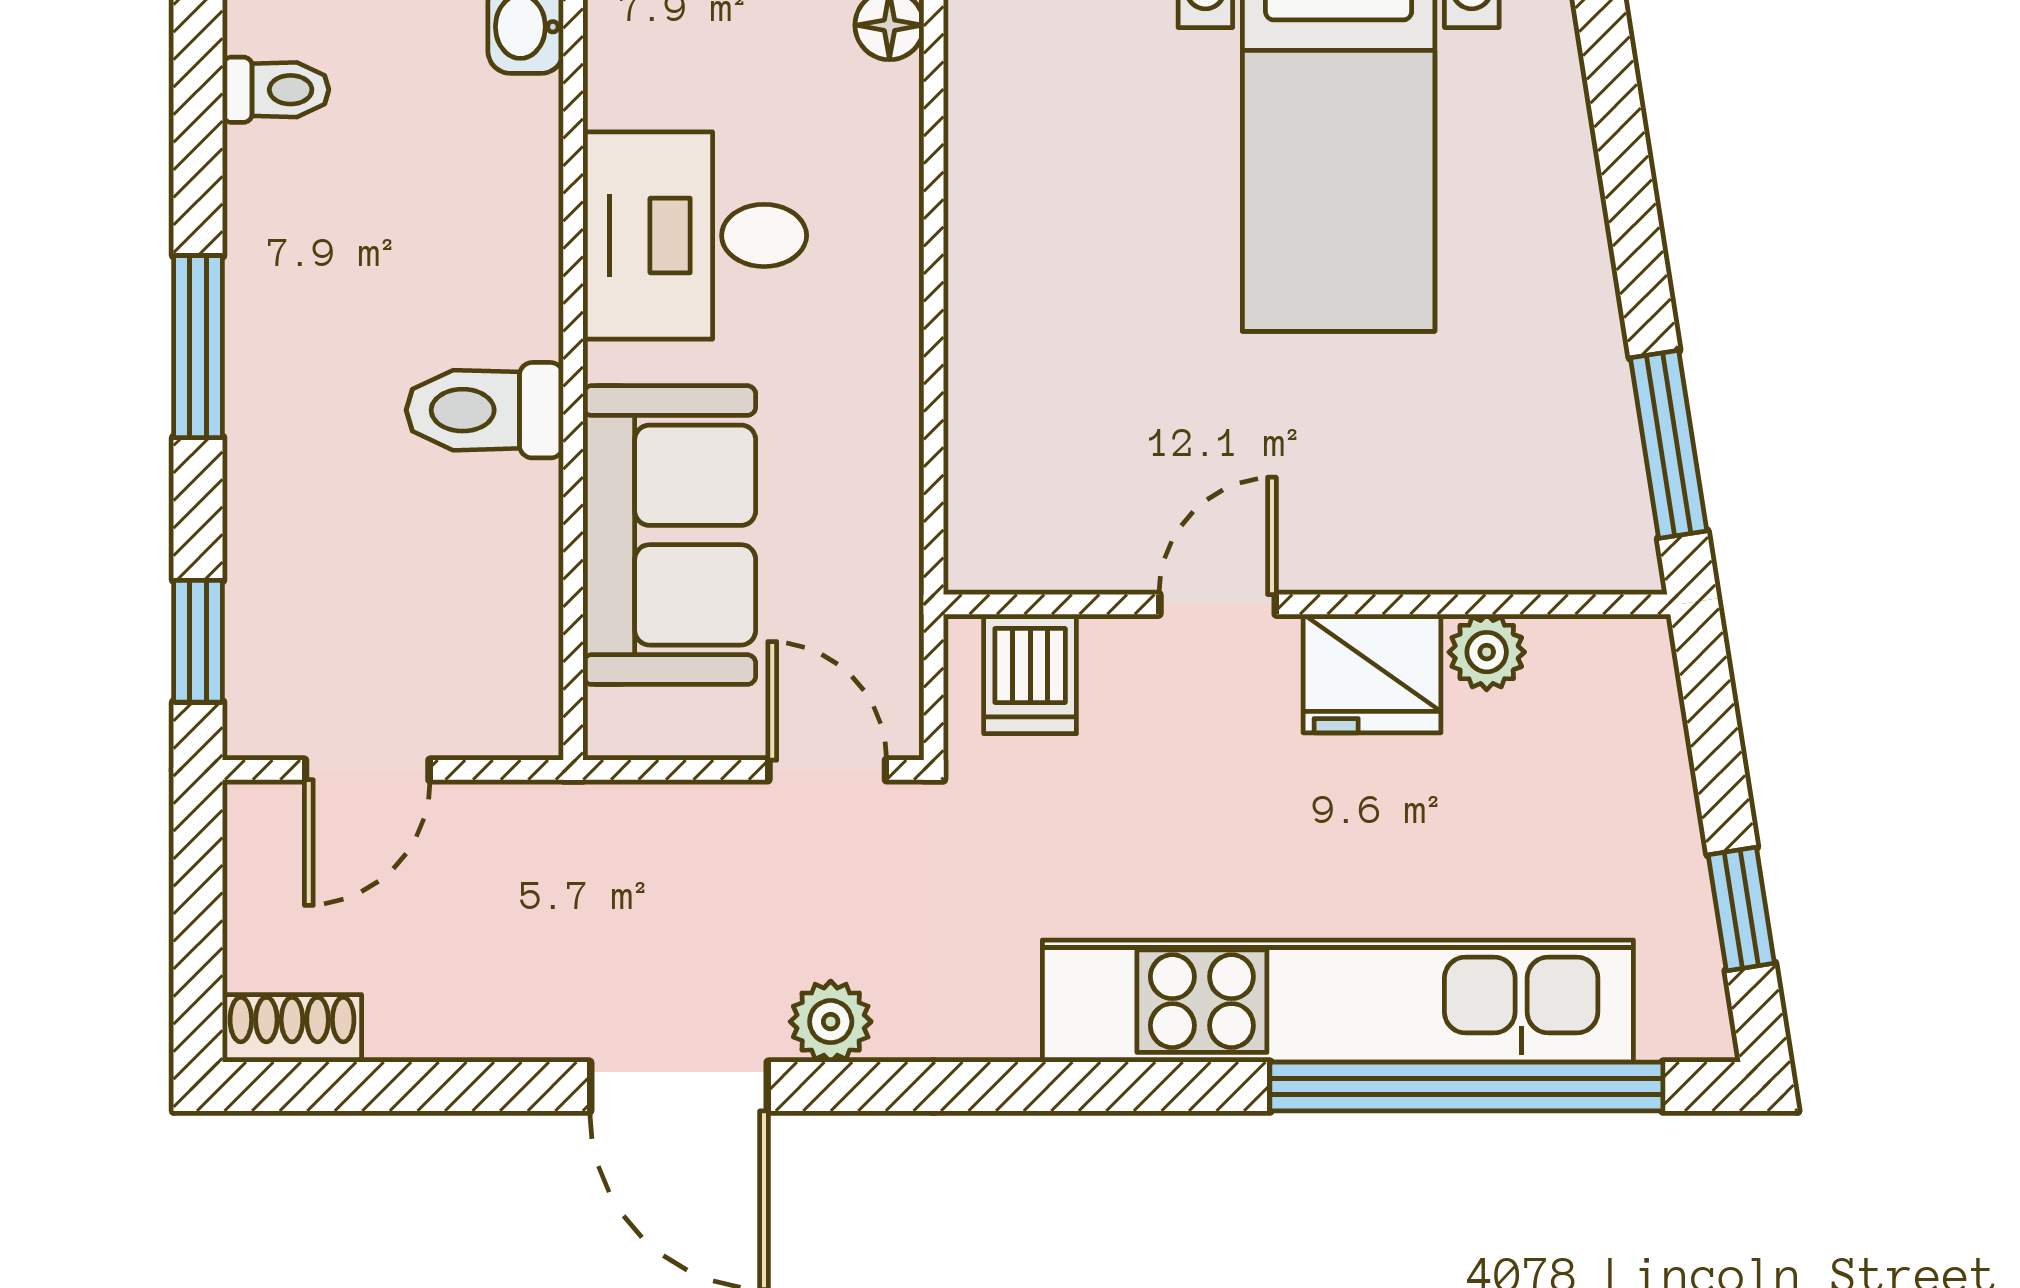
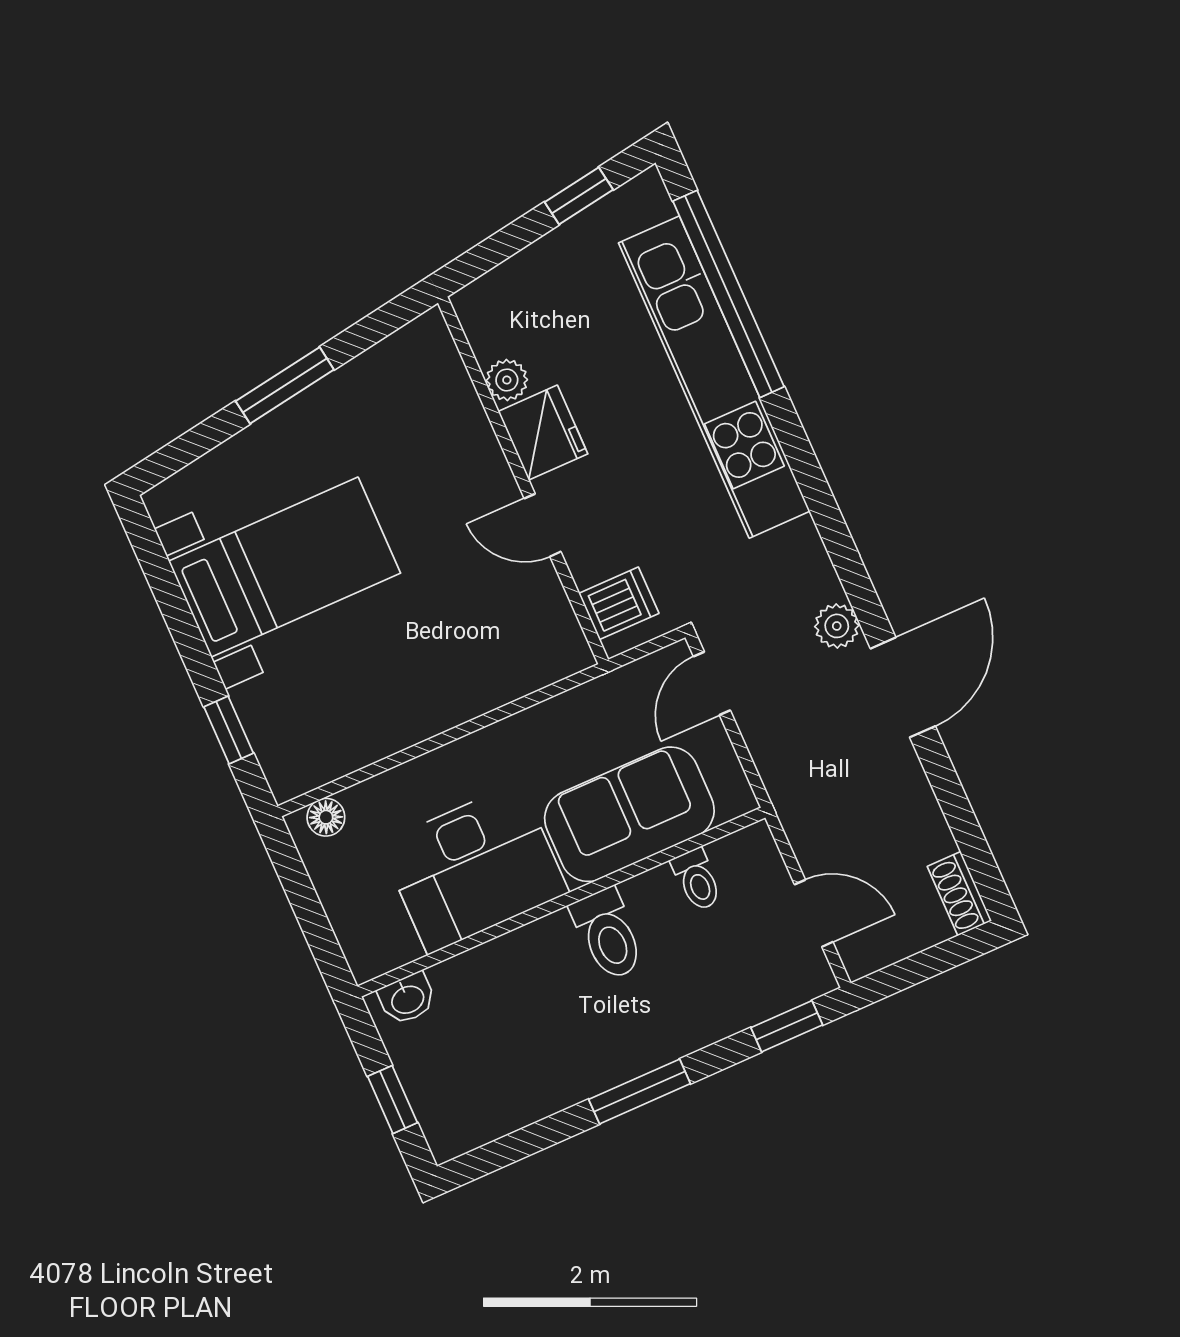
toilet: (276, 90) -> (697, 880), moved, turned 180
desk: (695, 235) -> (474, 868), width x1.37
window: (1669, 444) -> (285, 385), moved

